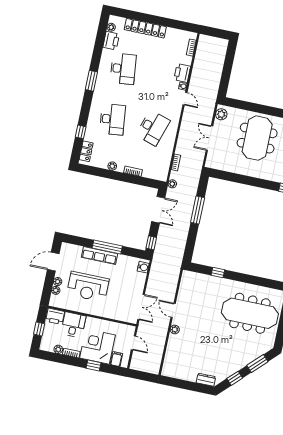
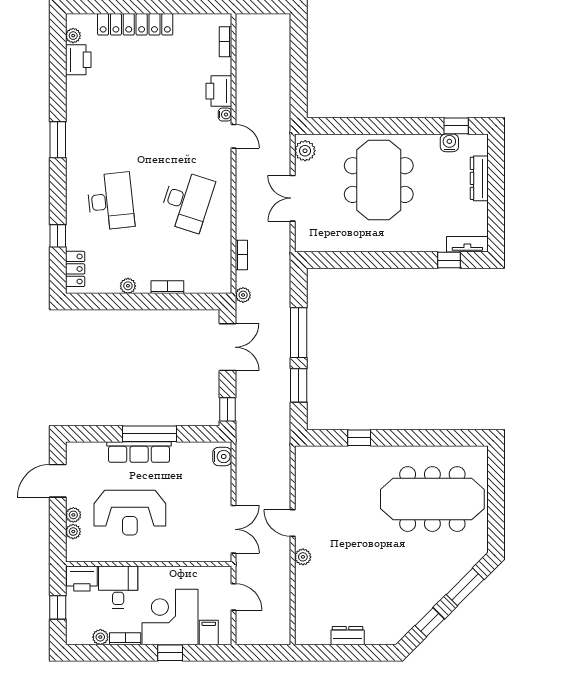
desk: (123, 69) -> (111, 106), removed
window: (192, 238) -> (299, 385), added
dresser: (206, 380) -> (348, 636), moved

